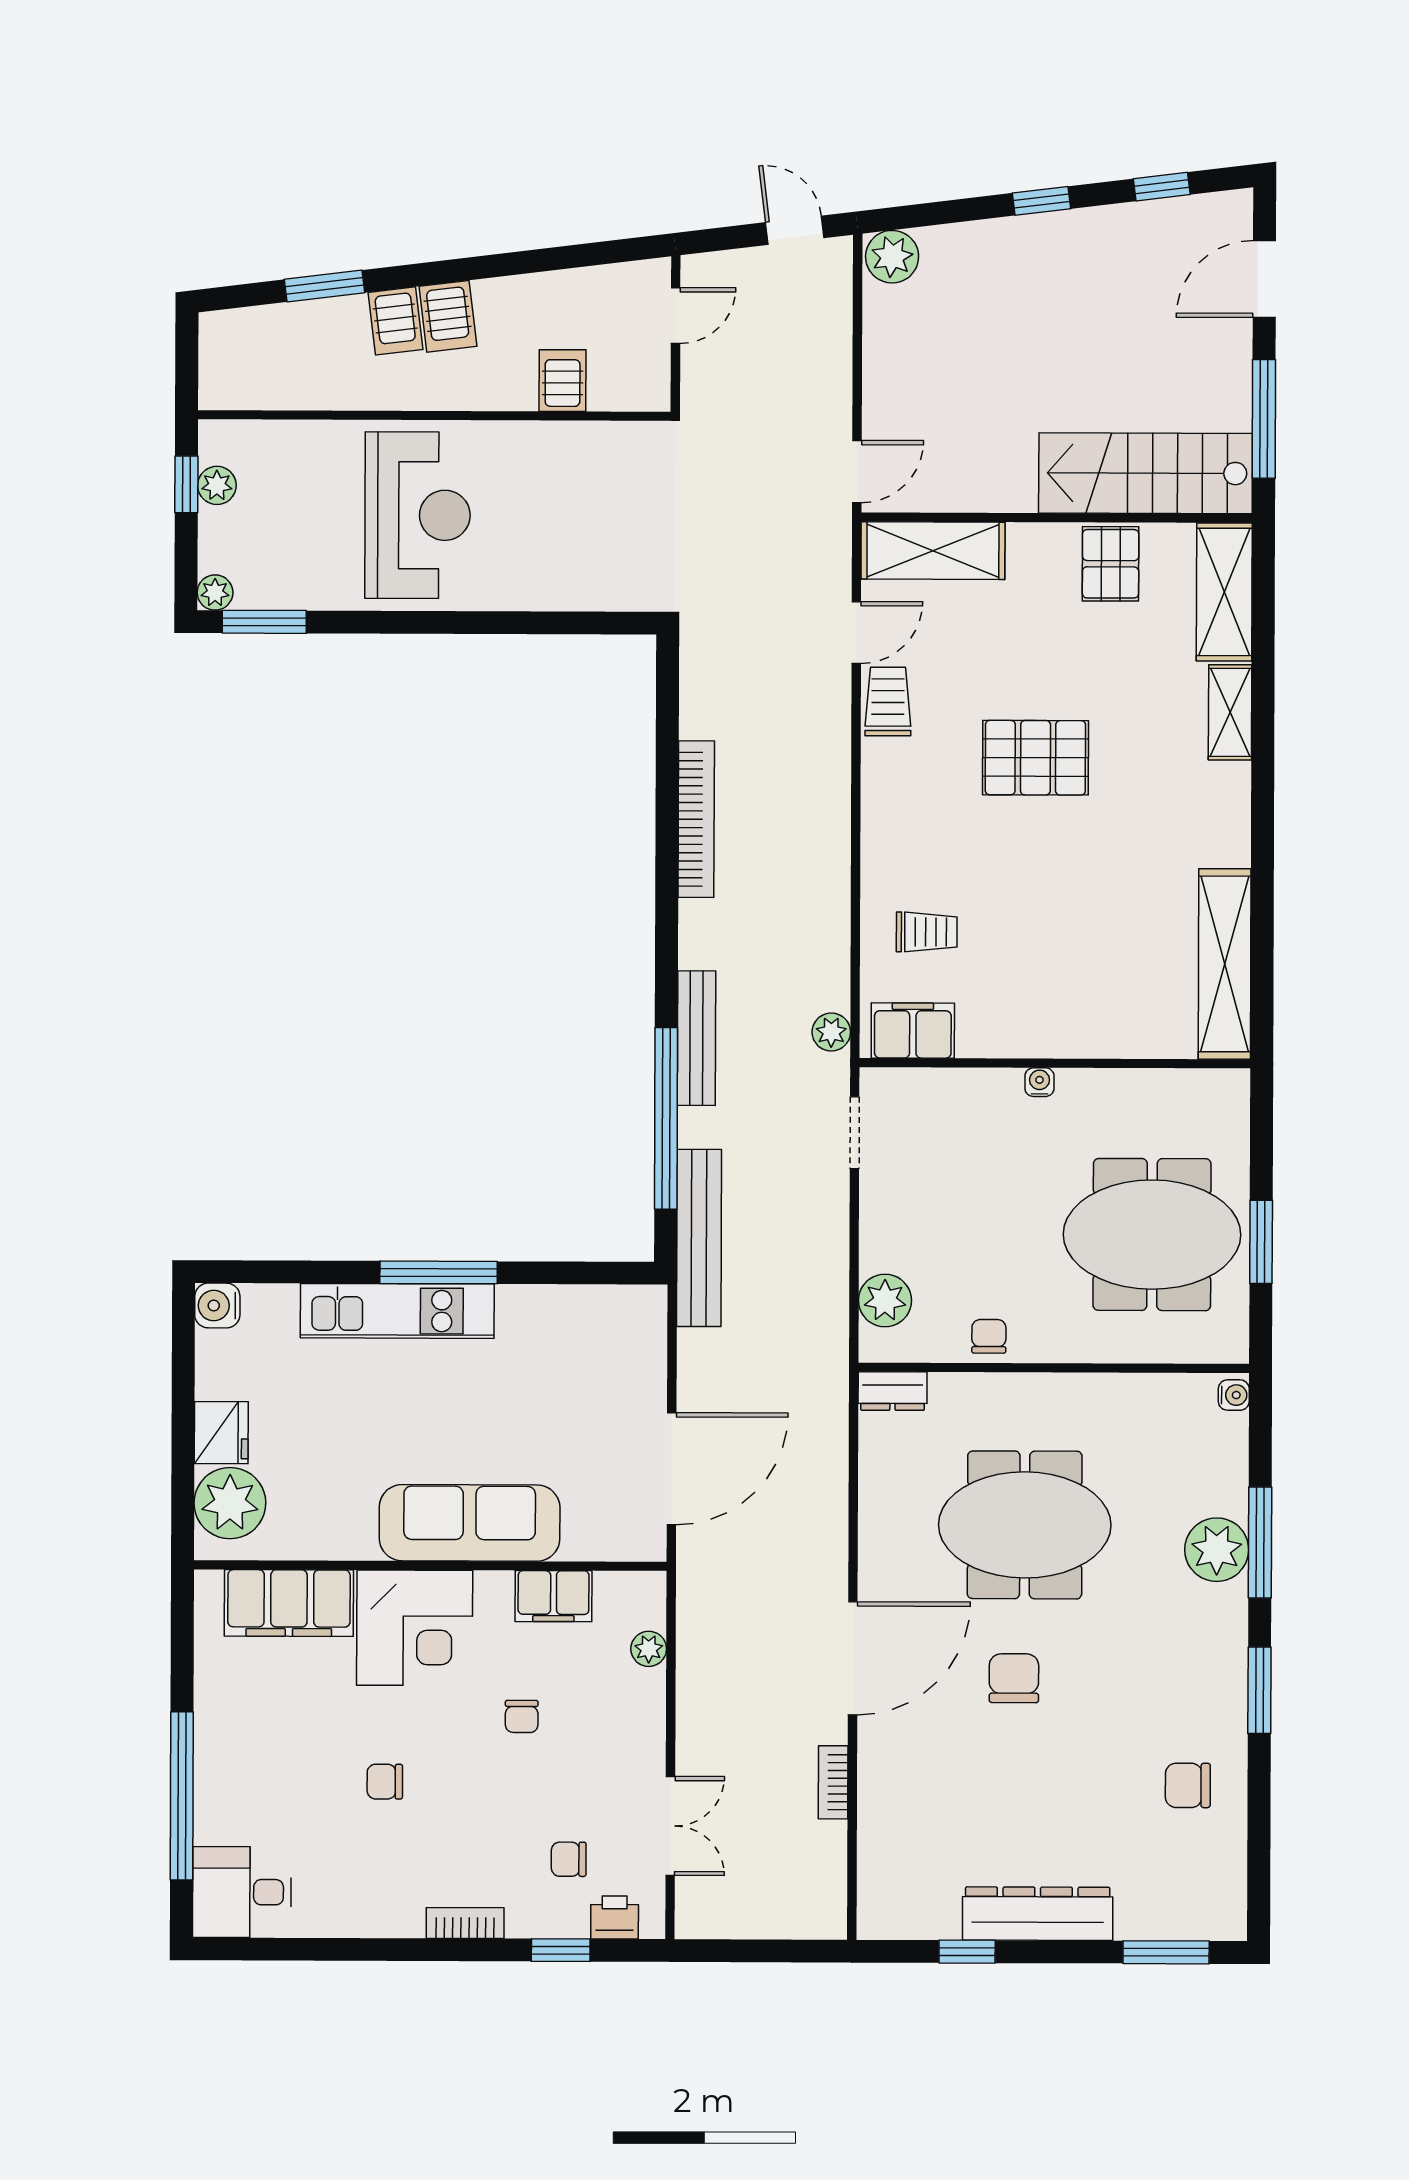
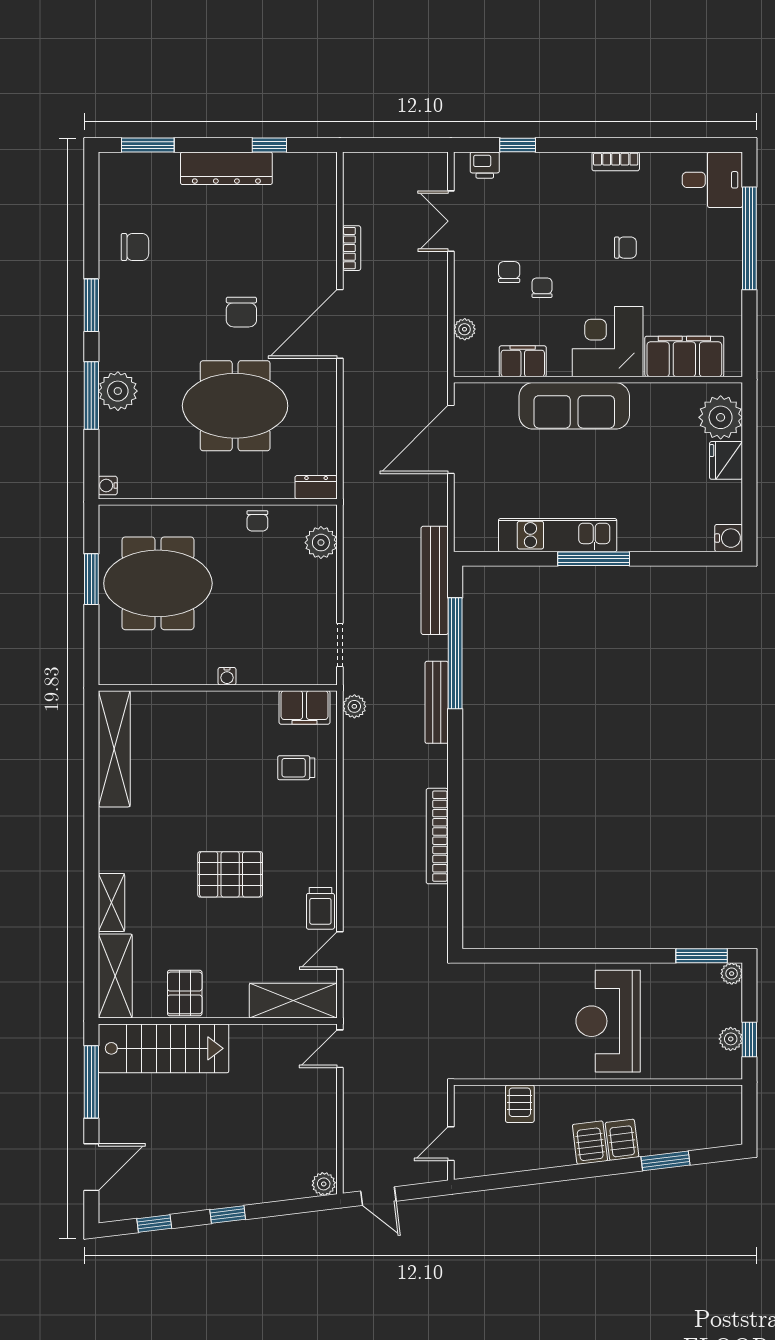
plant: (892, 257) -> (324, 1184), width x0.73, depth x0.73
kitchen unit: (397, 1311) -> (558, 535), moved
chair: (569, 1859) -> (509, 272), moved, turned -90
bookcase: (465, 1923) -> (616, 161), moved

